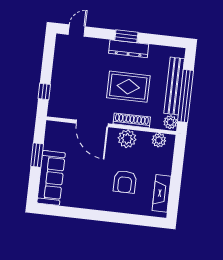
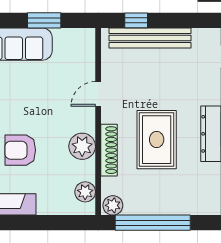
bench: (174, 86) -> (150, 38), moved
door: (92, 123) -> (98, 94), width x0.53

